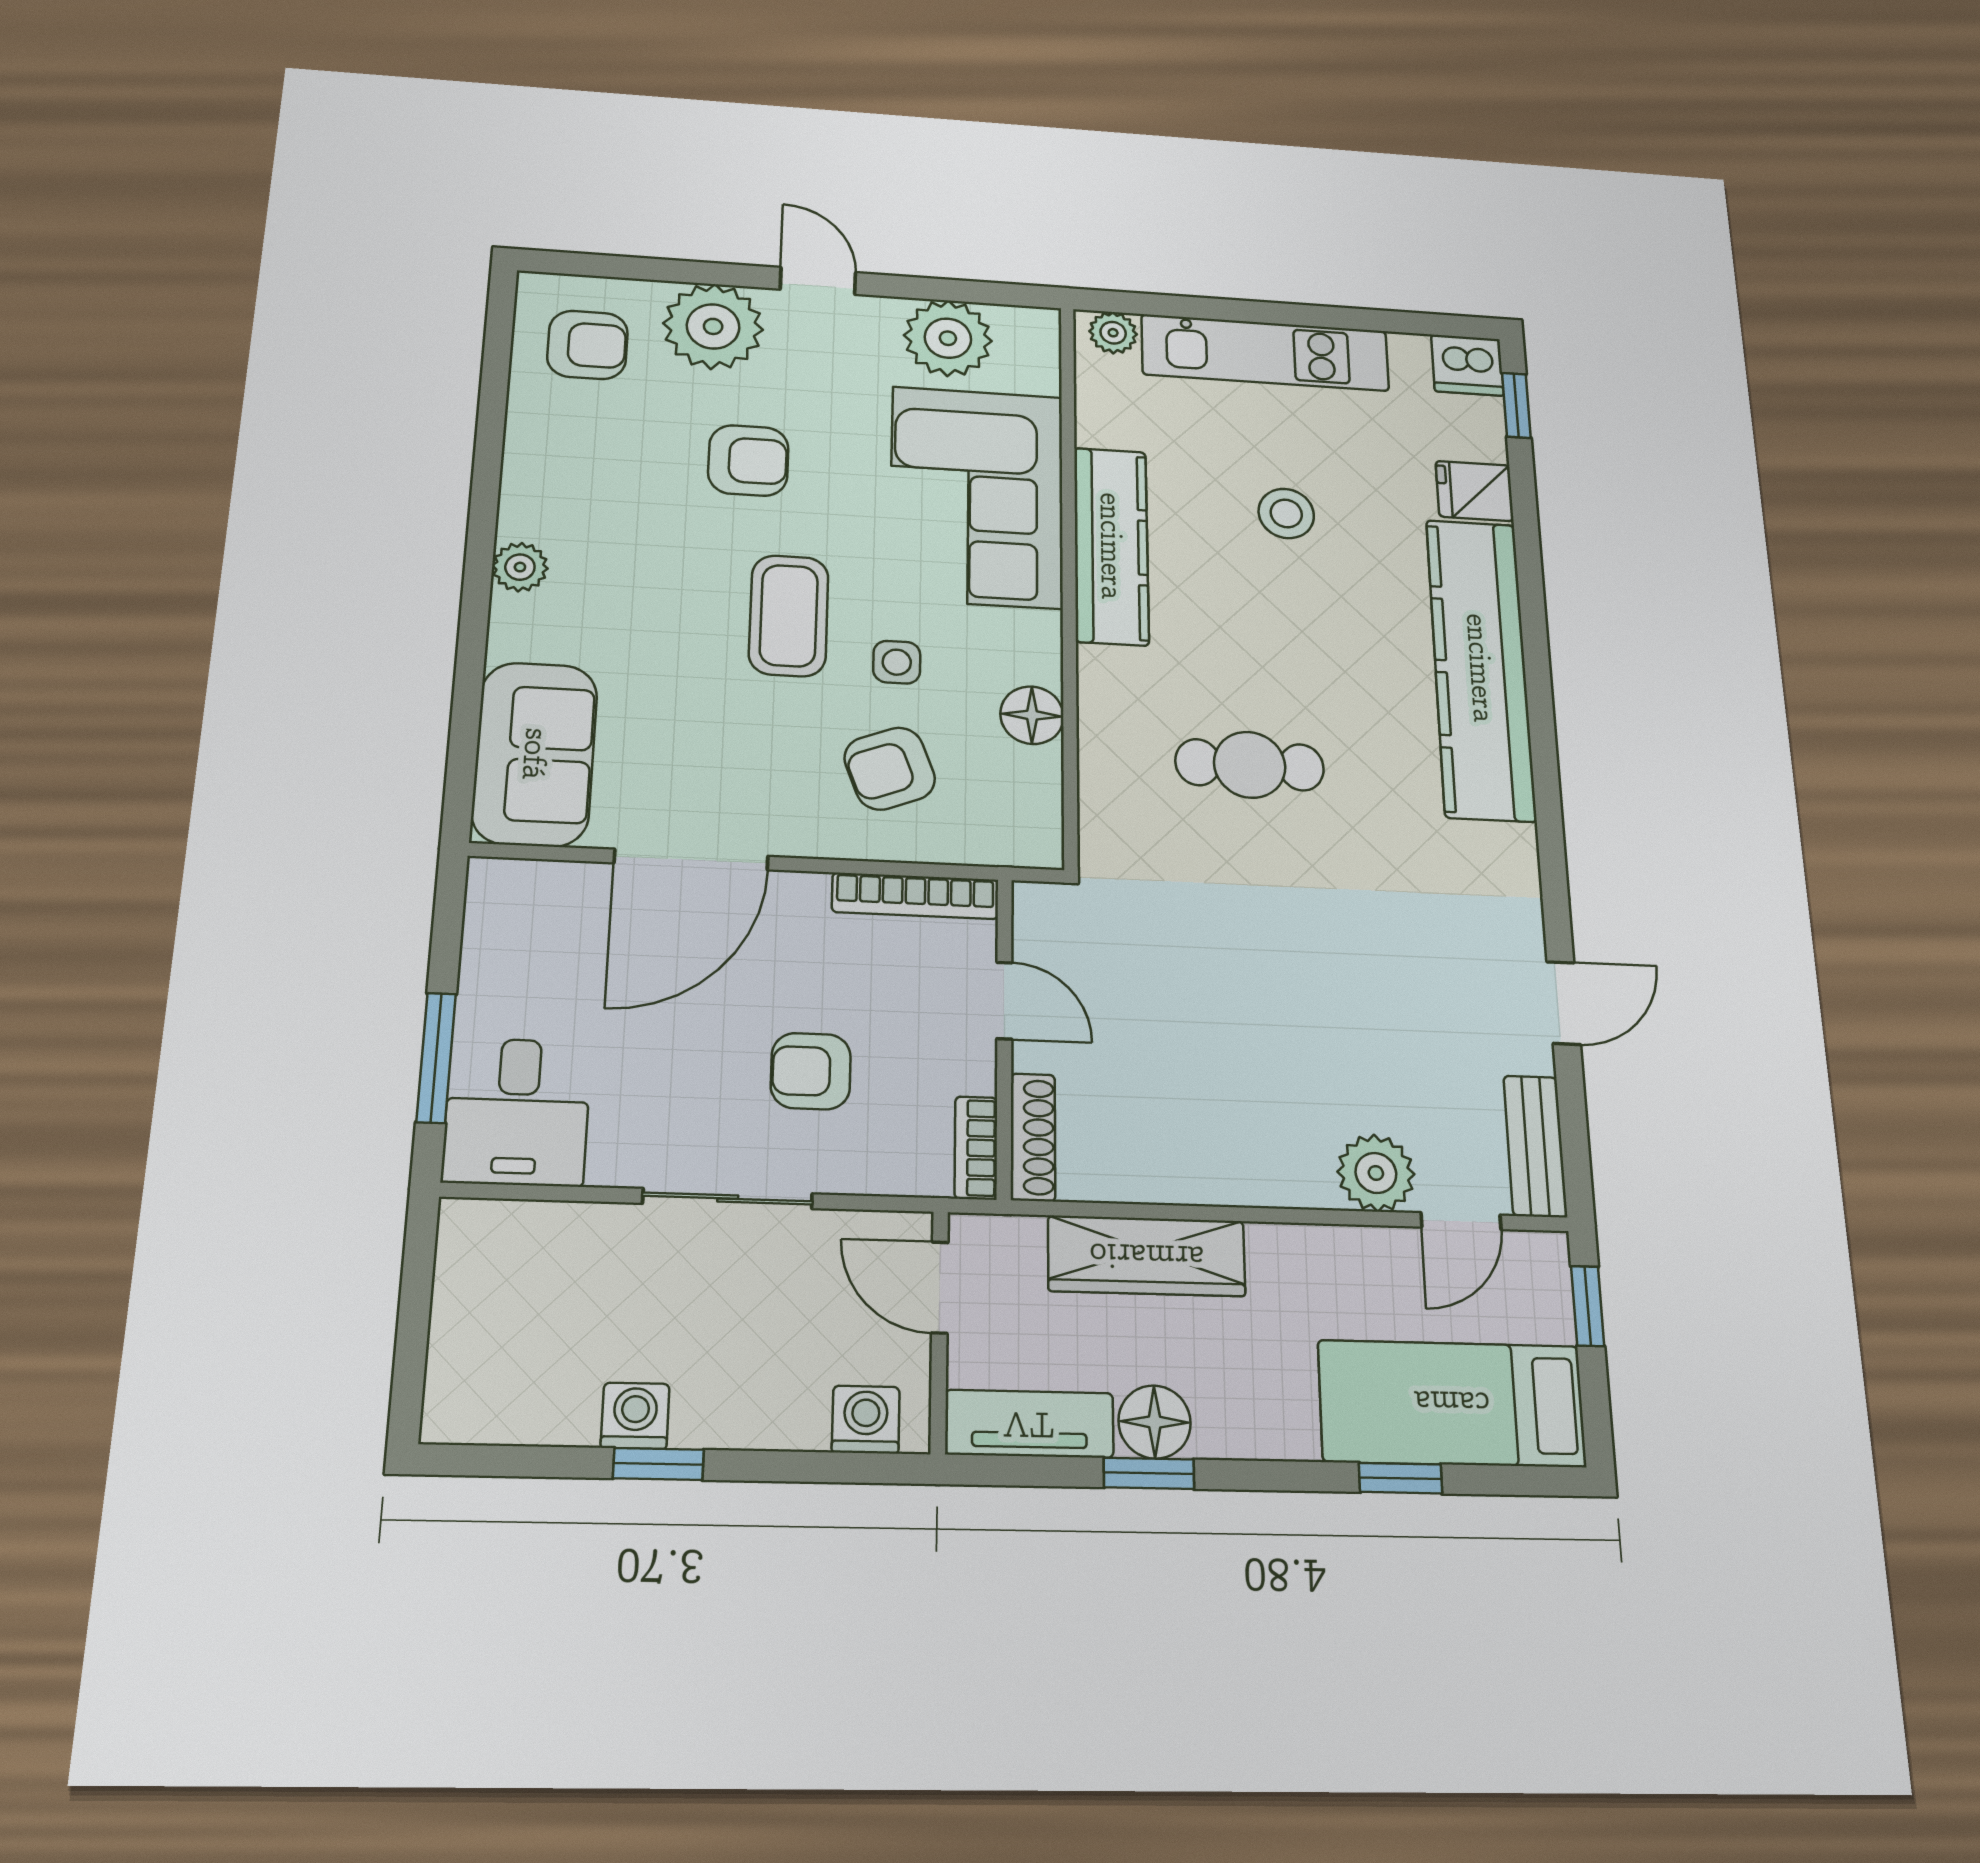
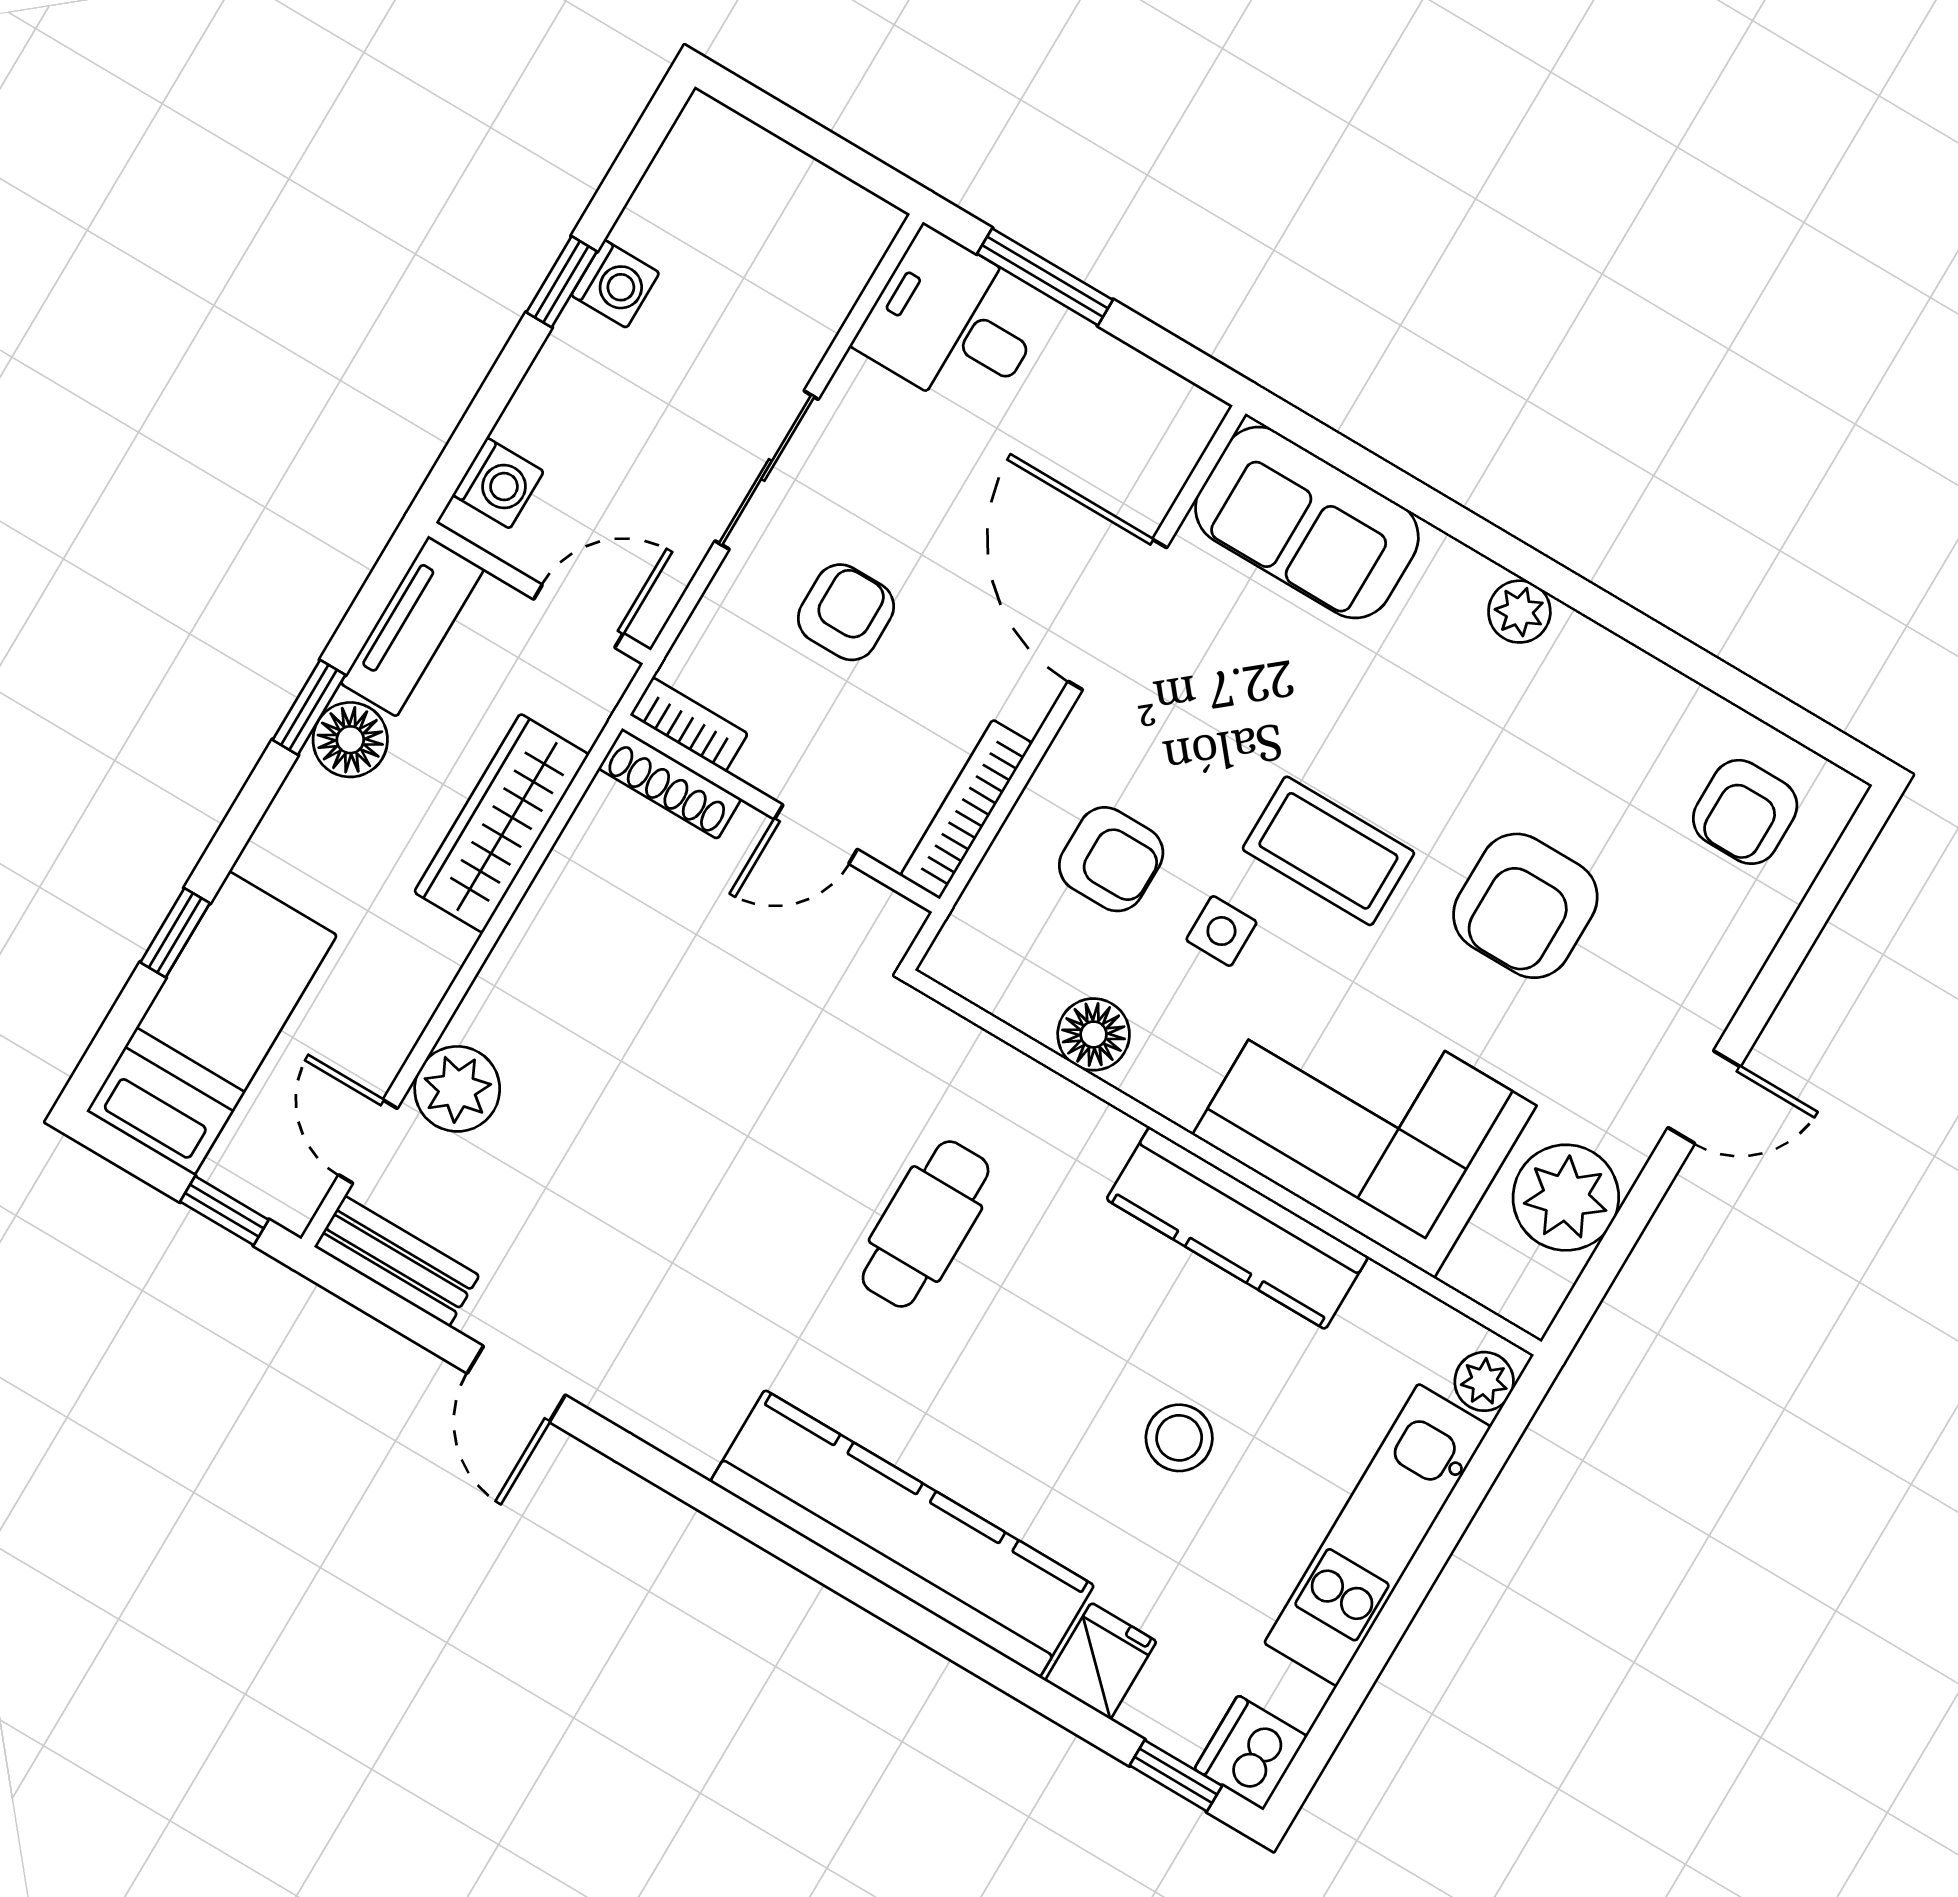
plant: (713, 326) -> (1703, 955), removed
armchair: (748, 461) -> (1525, 906), width x1.38, depth x1.38
armchair: (890, 769) -> (1111, 859), turned 111

